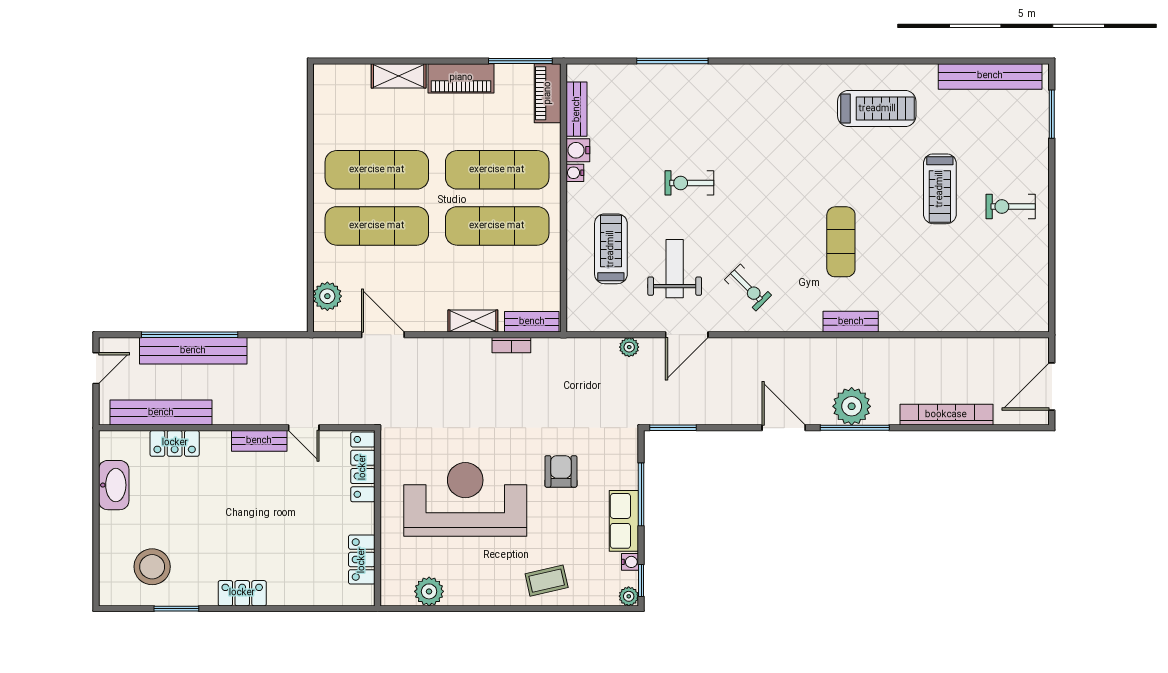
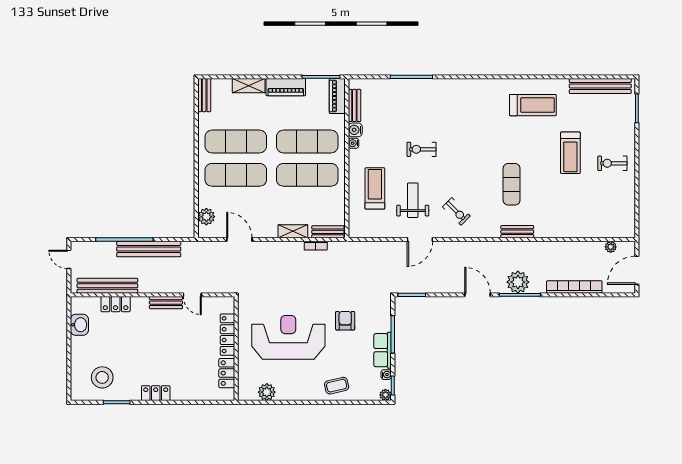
bench: (324, 92) -> (204, 95), added
plant: (629, 347) -> (611, 247), moved
bench: (193, 351) -> (149, 249), moved
door: (96, 368) -> (69, 259), swing flipped
locker: (363, 467) -> (227, 335), moved
washbasin: (114, 485) -> (79, 325), width x0.72

